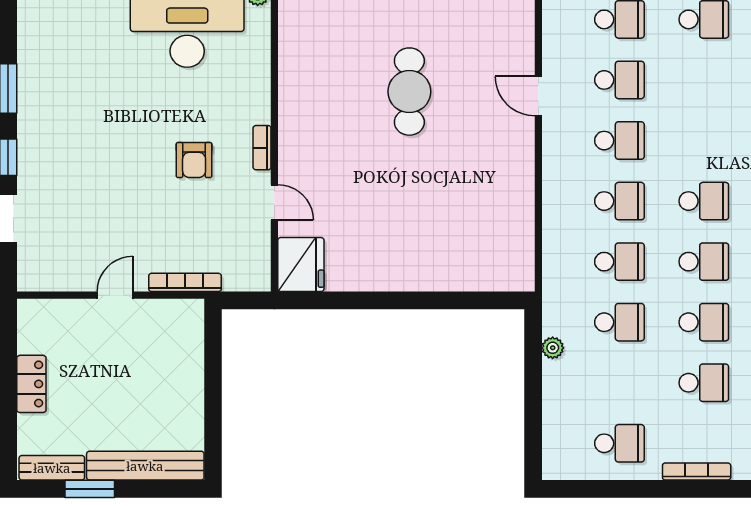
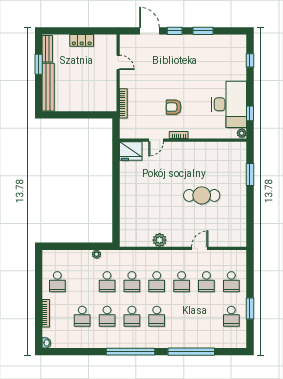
plant: (518, 194) -> (160, 240), added
door: (115, 295) -> (118, 62), moved

